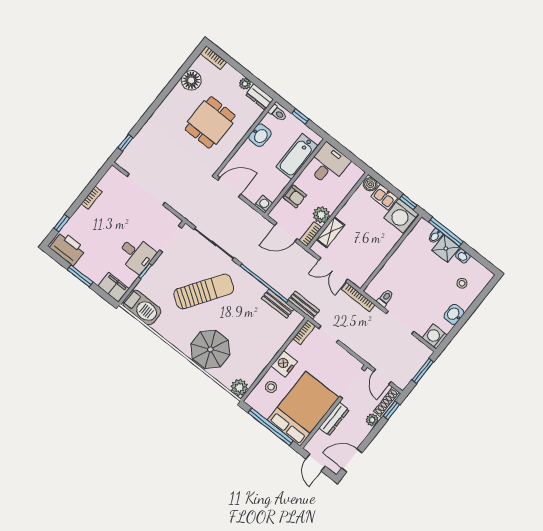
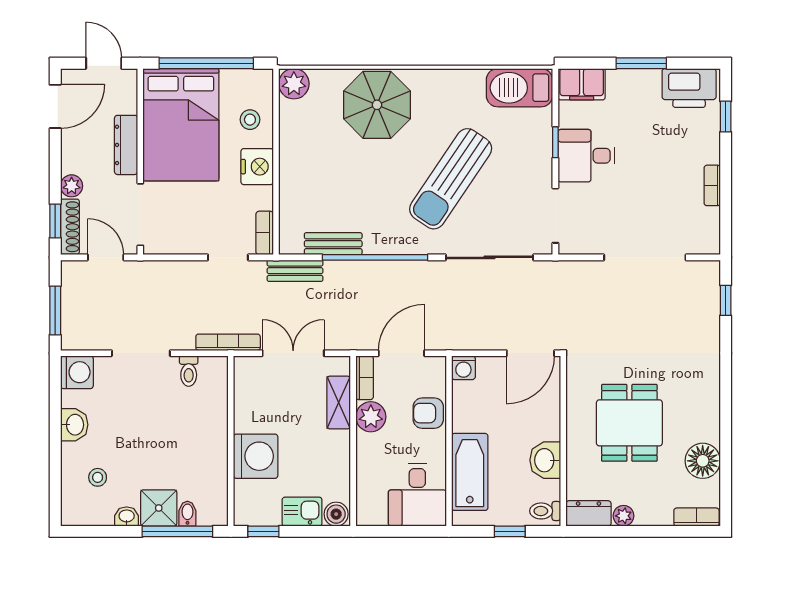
washing machine: (401, 216) -> (256, 456), moved, turned 90

